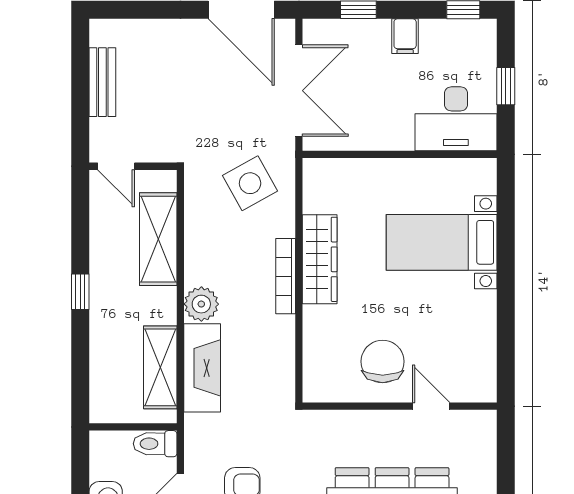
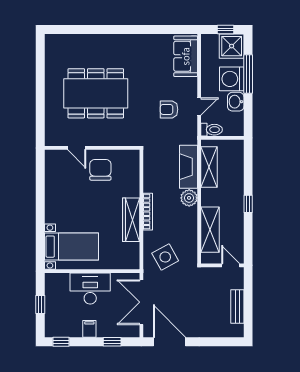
desk: (456, 119) -> (90, 288), moved
bed with nightstands: (442, 242) -> (72, 247), moved
chair: (383, 361) -> (100, 170), turned 180

